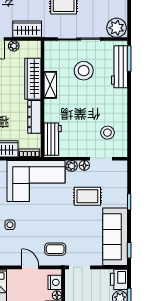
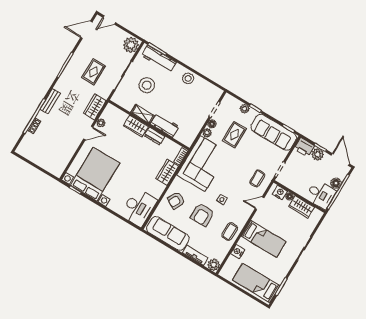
wardrobe: (33, 79) -> (136, 126), width x0.67
dresser: (34, 117) -> (155, 136), width x0.70
stool: (107, 133) -> (188, 78), moved
workbench: (53, 139) -> (165, 125), moved
plant: (122, 191) -> (245, 109), added

